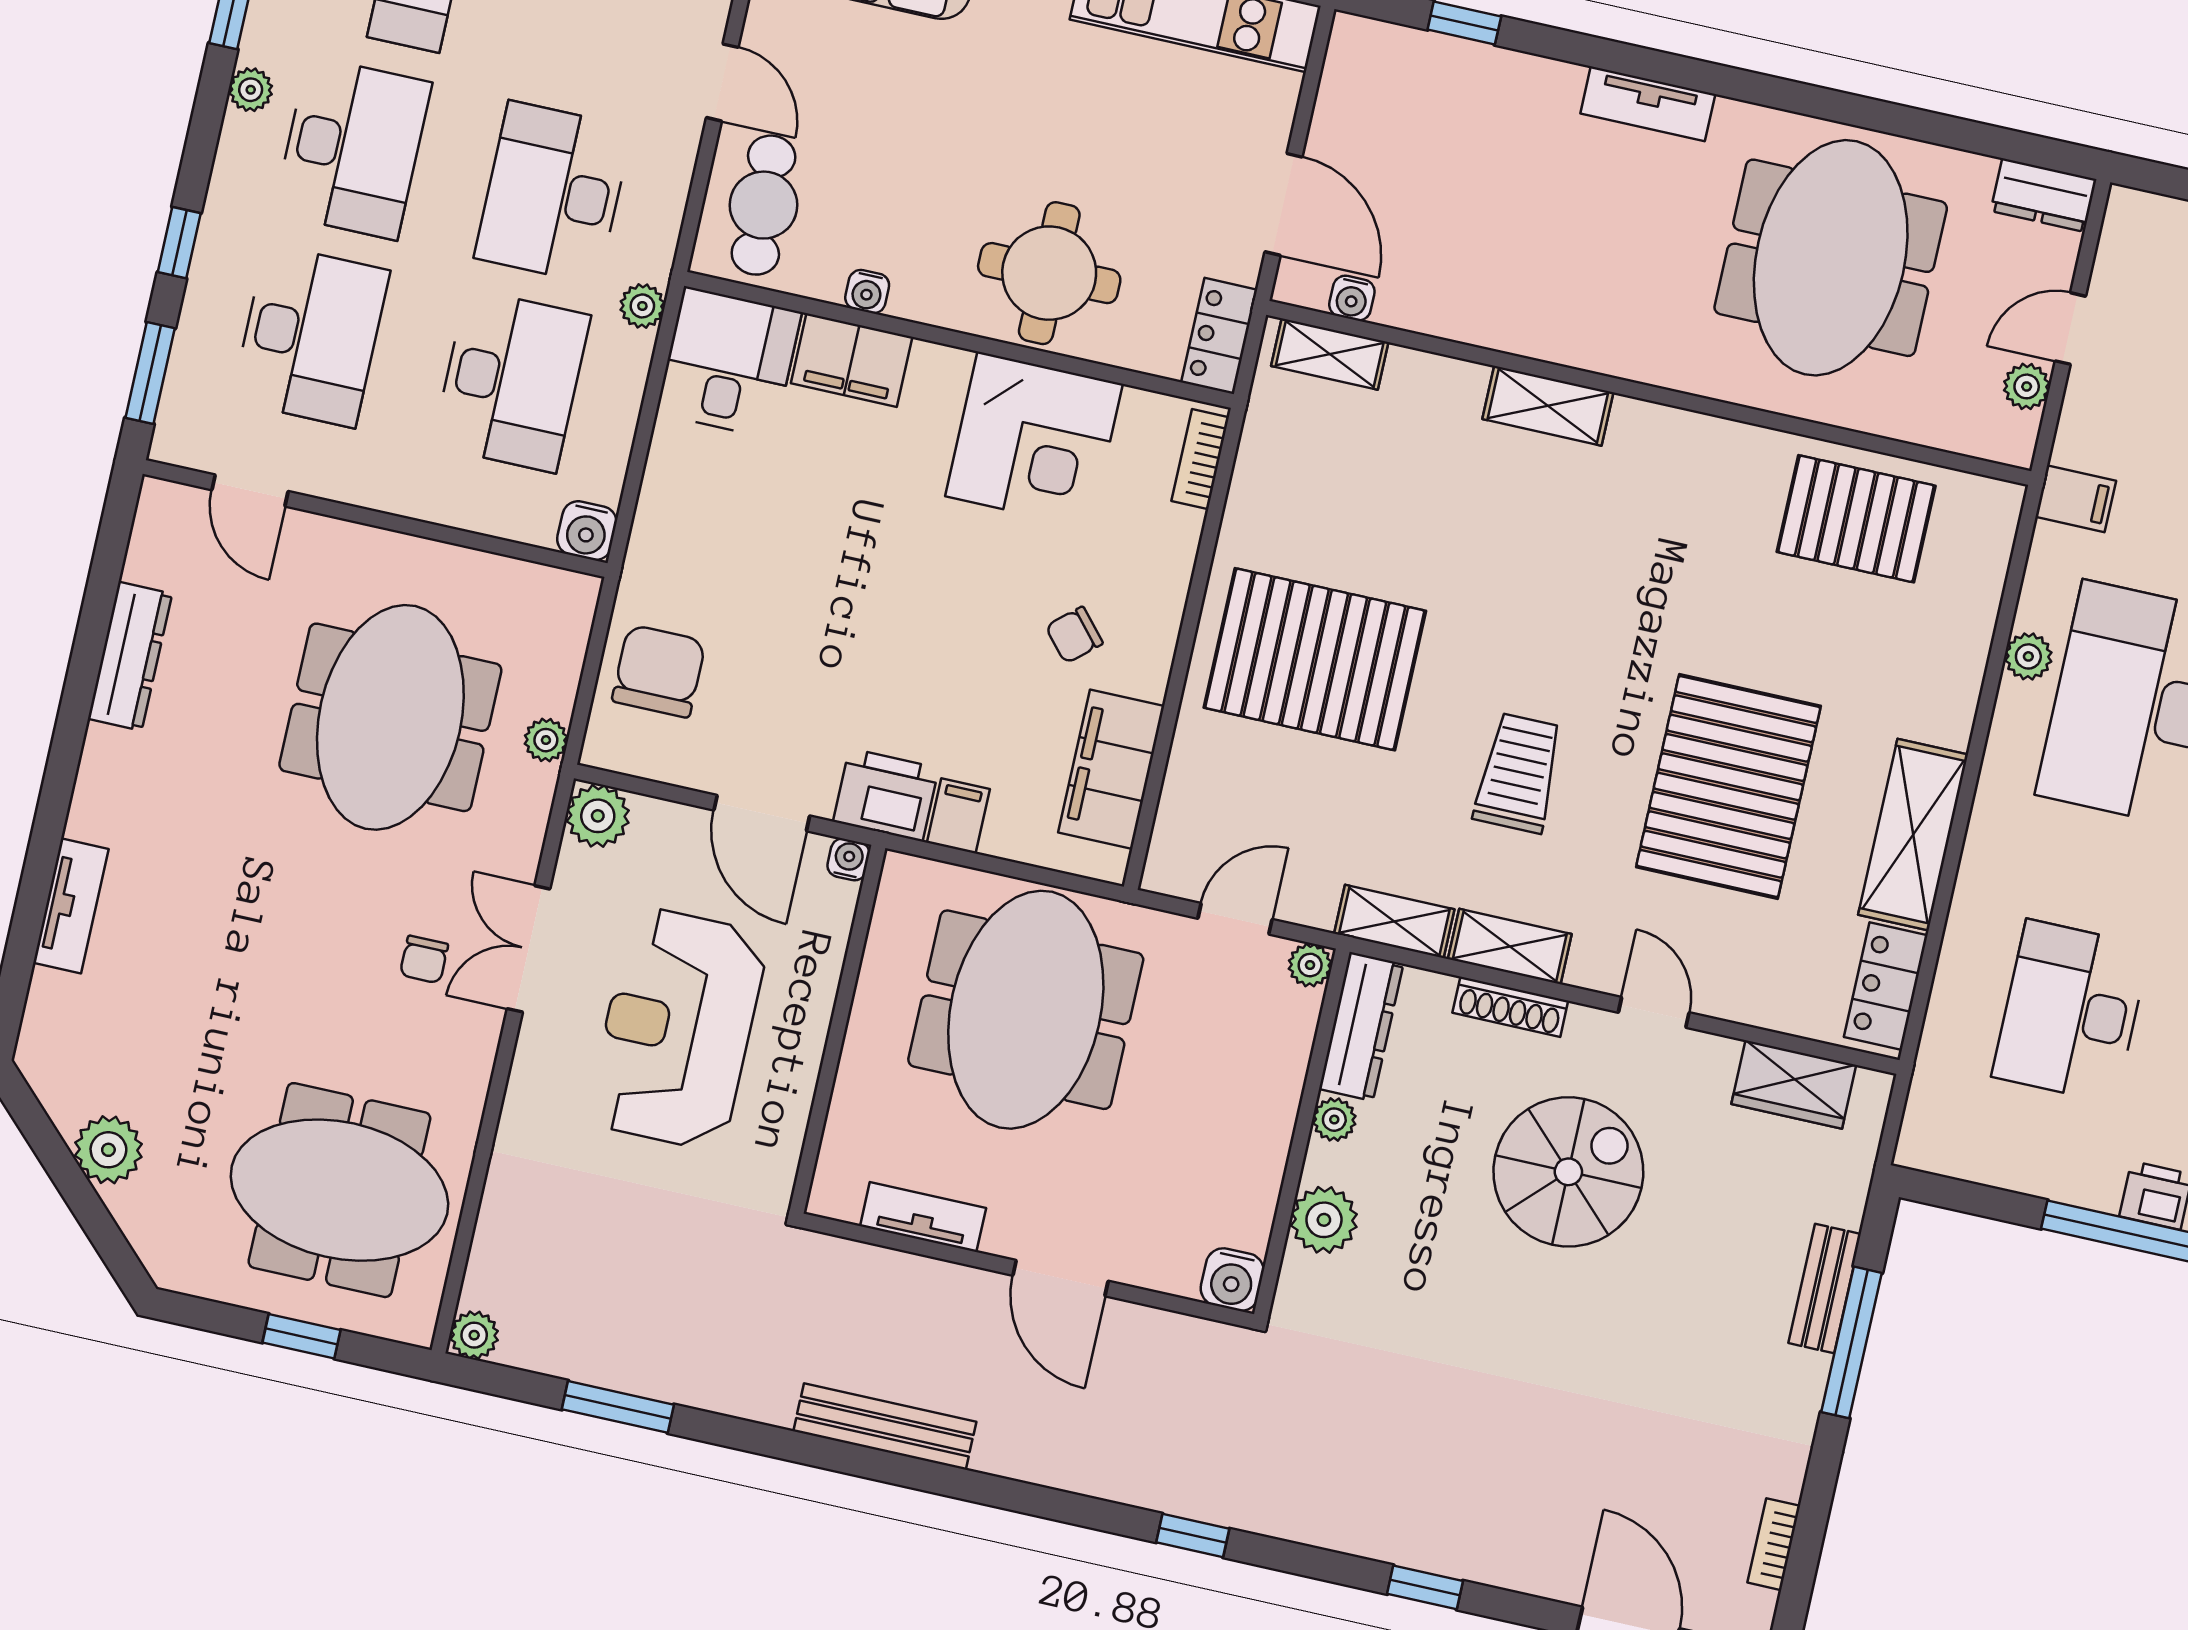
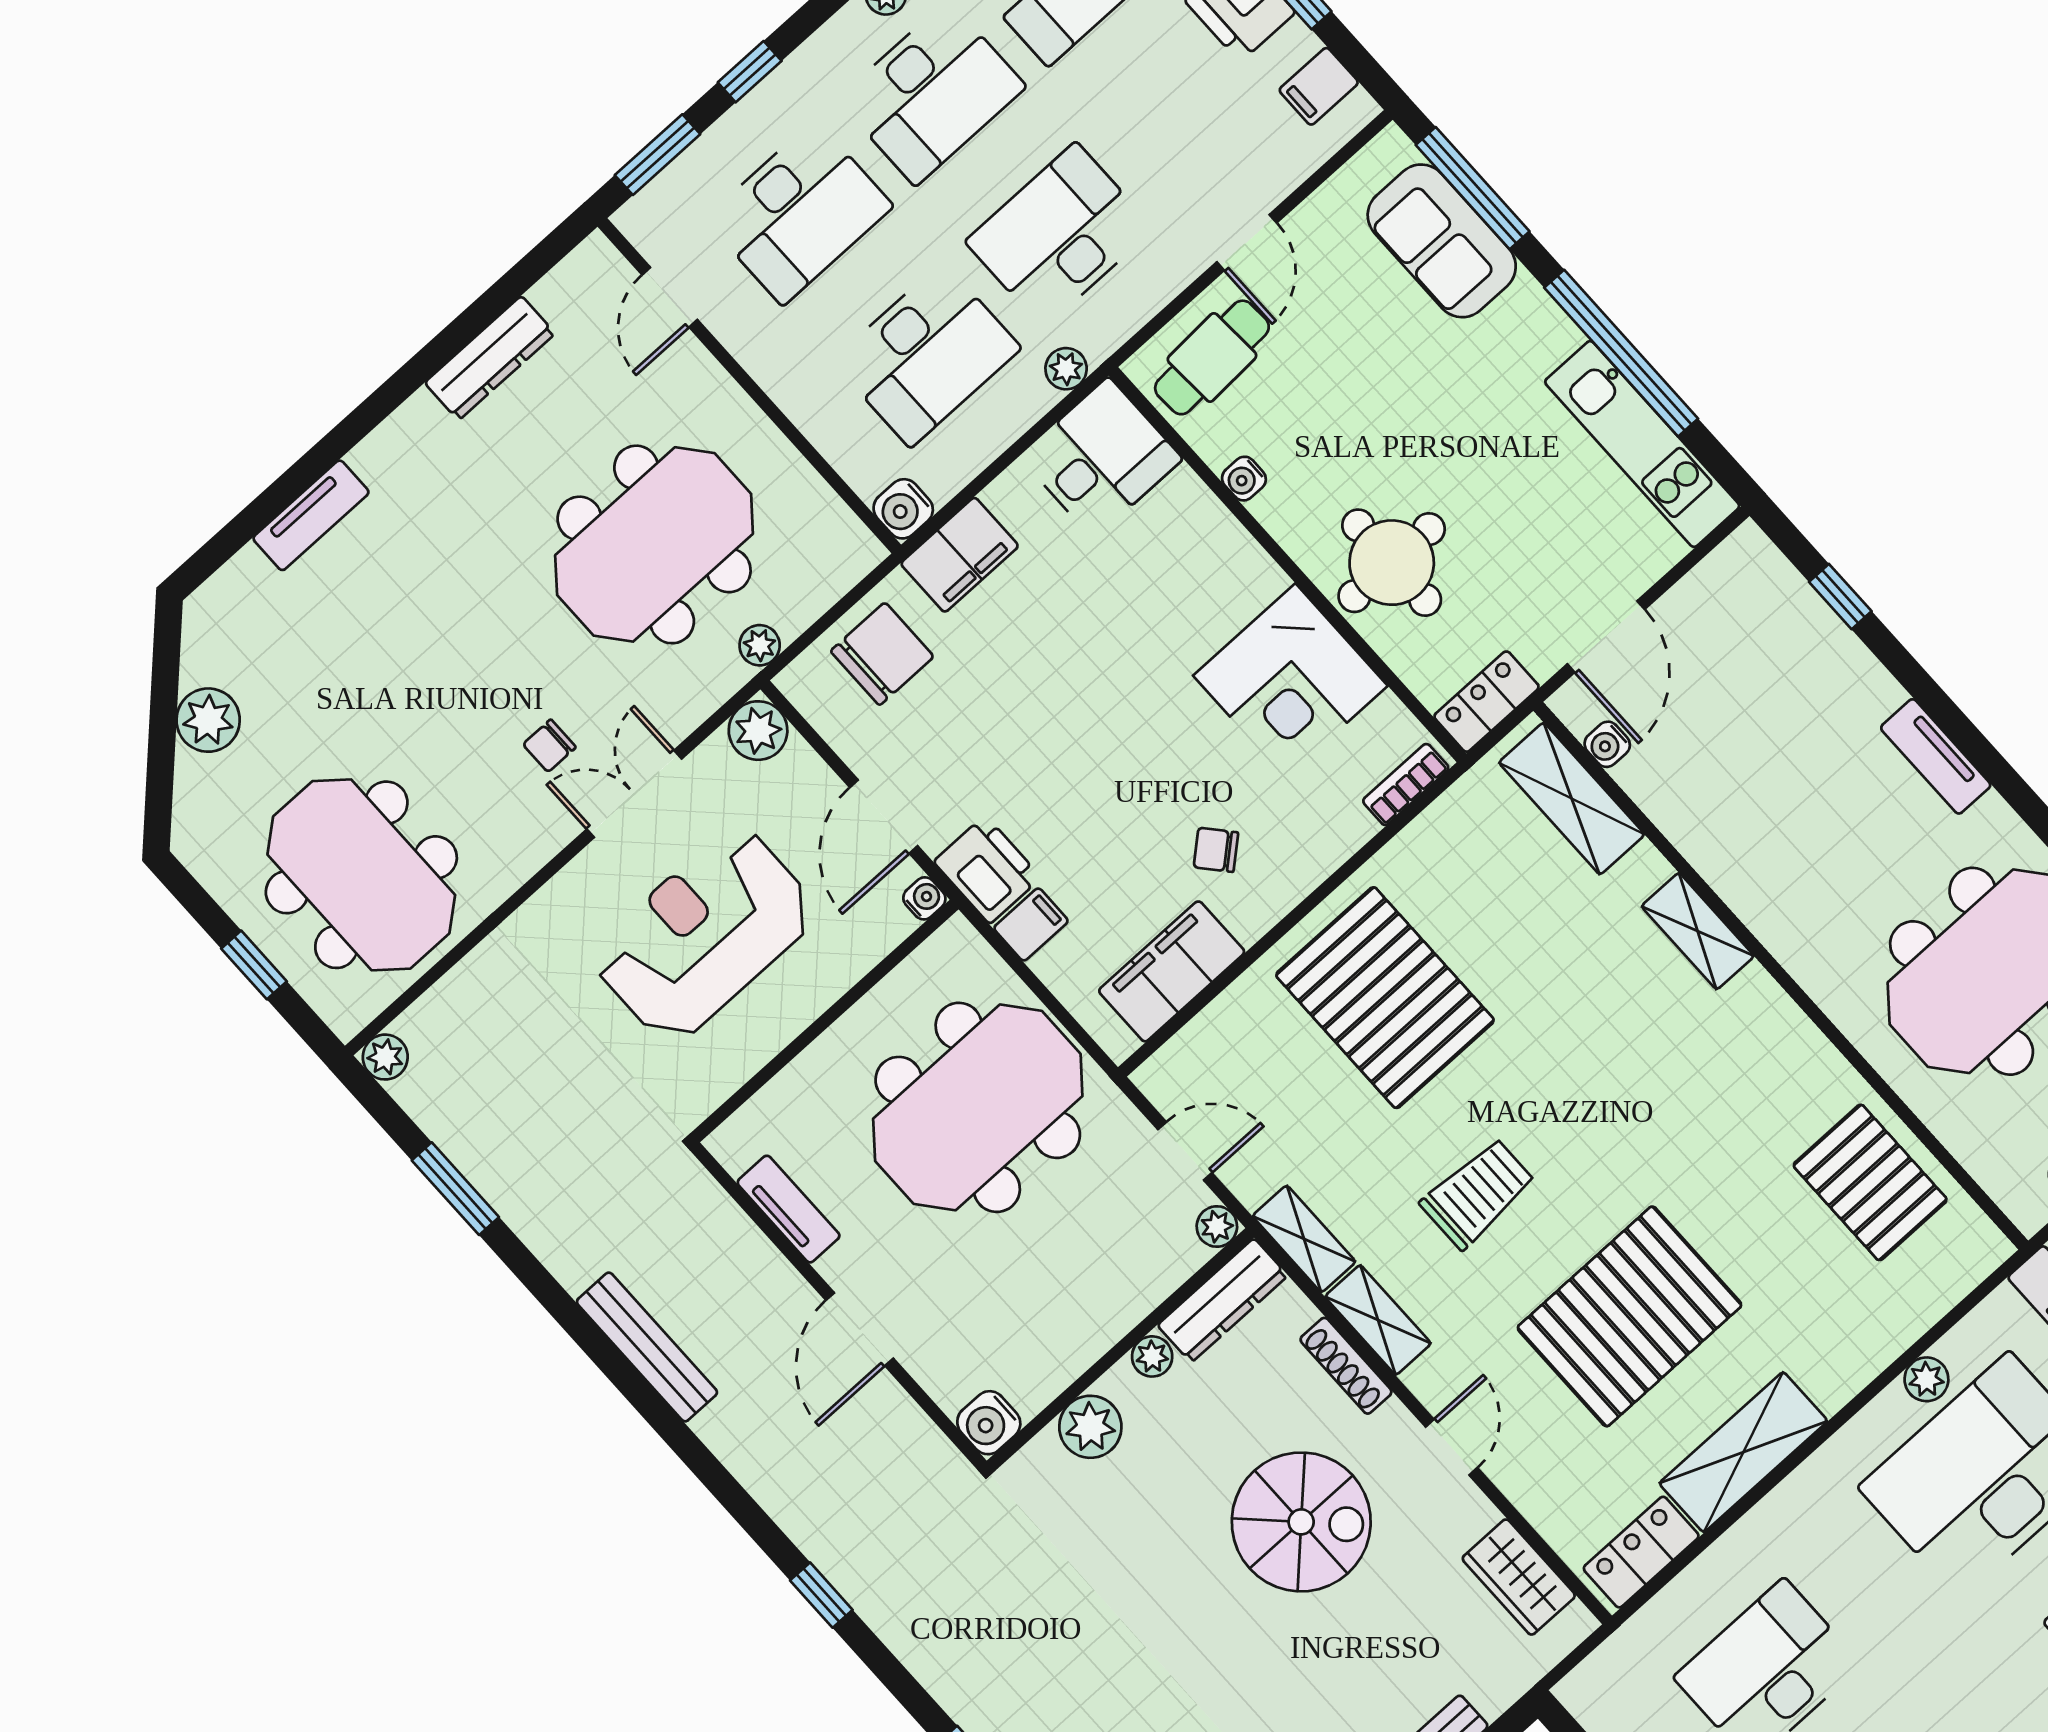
shelving: (1330, 354) -> (1572, 799), width x1.50, depth x1.33
filing cabinet: (852, 360) -> (960, 555), moved, turned -90

